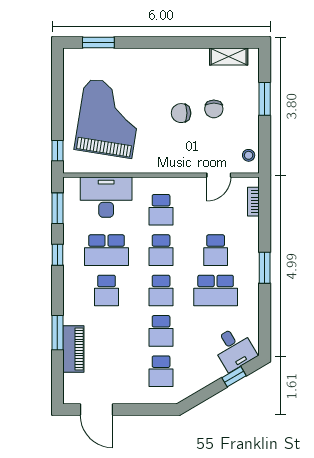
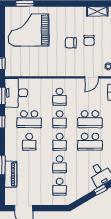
grand piano: (108, 118) -> (29, 30), moved, turned -99
desk: (106, 197) -> (16, 93), moved, turned -90
school desk: (216, 250) -> (90, 119), width x1.85

